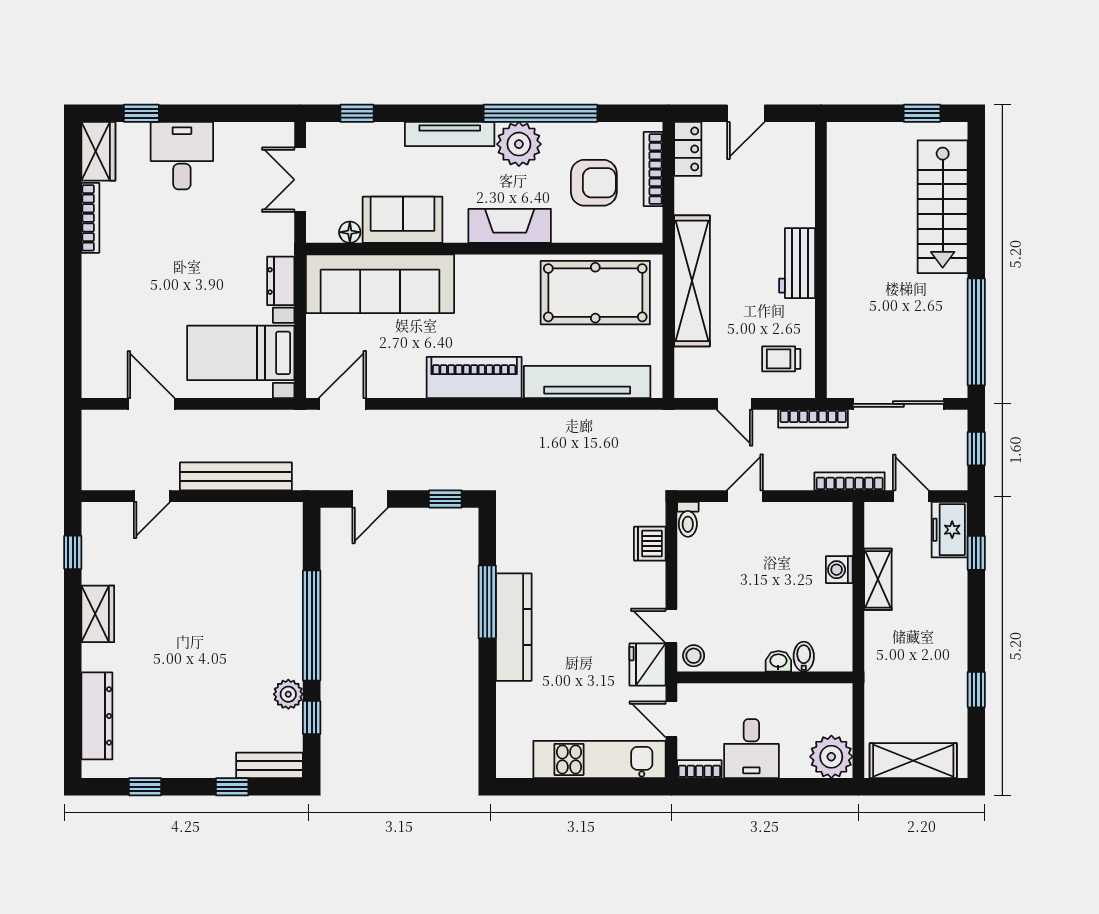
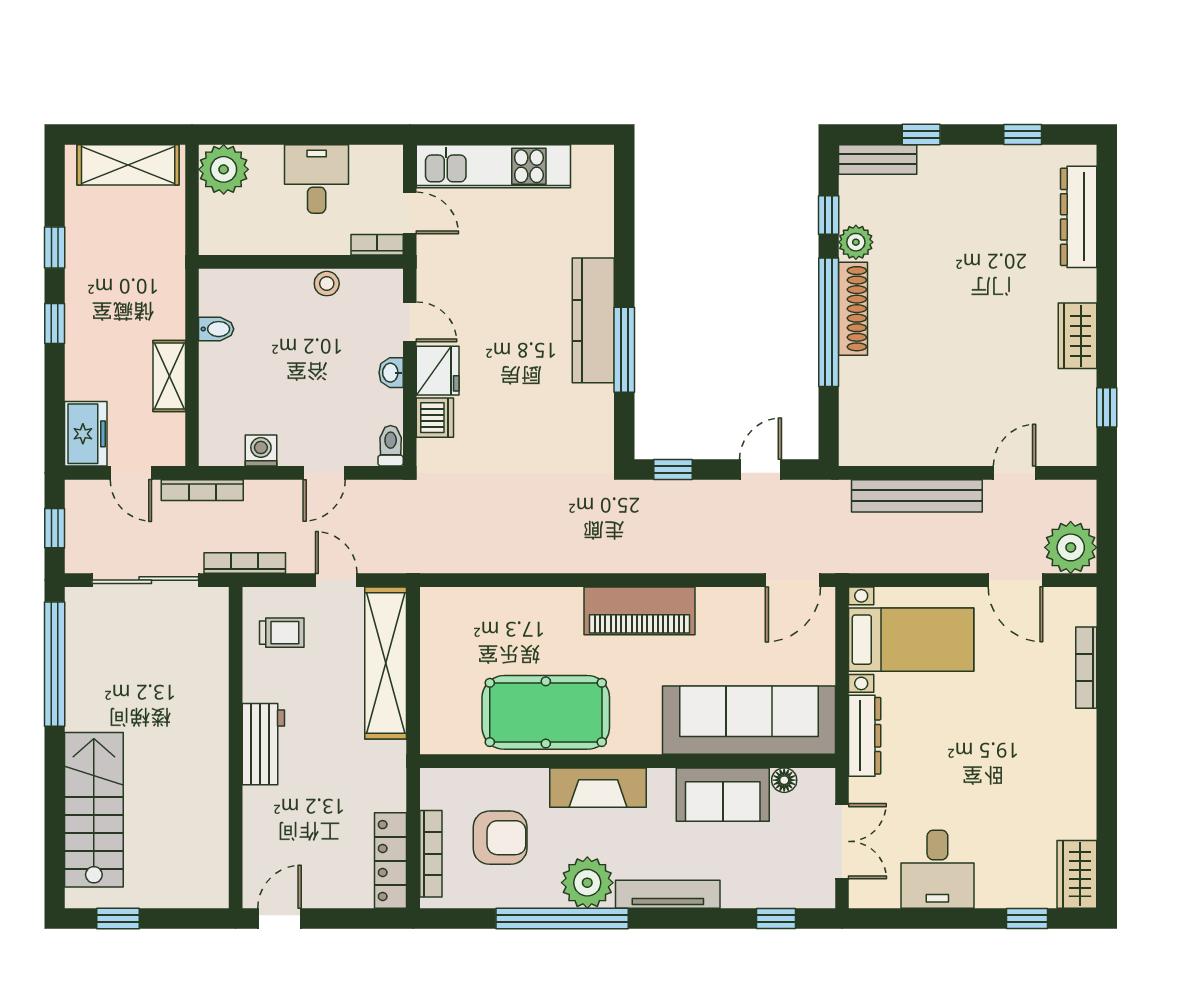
door: (746, 113) -> (279, 919), moved
locker: (688, 149) -> (391, 861), width x1.53
desk: (182, 156) -> (937, 869), moved
armchair: (594, 183) -> (500, 838), turned 180
bookcase: (90, 218) -> (1086, 668), moved
dresser: (281, 281) -> (865, 736), width x1.44
shelving: (692, 281) -> (386, 663), moved
pool table: (595, 293) -> (546, 712), moved
tv unit: (587, 382) -> (508, 606), removed
plant: (104, 432) -> (1071, 547), added
window: (976, 553) -> (55, 324), moved
washing machine: (839, 570) -> (261, 451), moved, turned -90
shoe rack: (291, 637) -> (853, 309), added
stool: (694, 656) -> (327, 284), moved
bidet: (804, 657) -> (216, 329), moved, turned -90
washbasin: (778, 661) -> (391, 373), moved, turned 90
fridge: (647, 665) -> (438, 371), moved
bookcase: (699, 769) -> (377, 245), moved, turned 180

